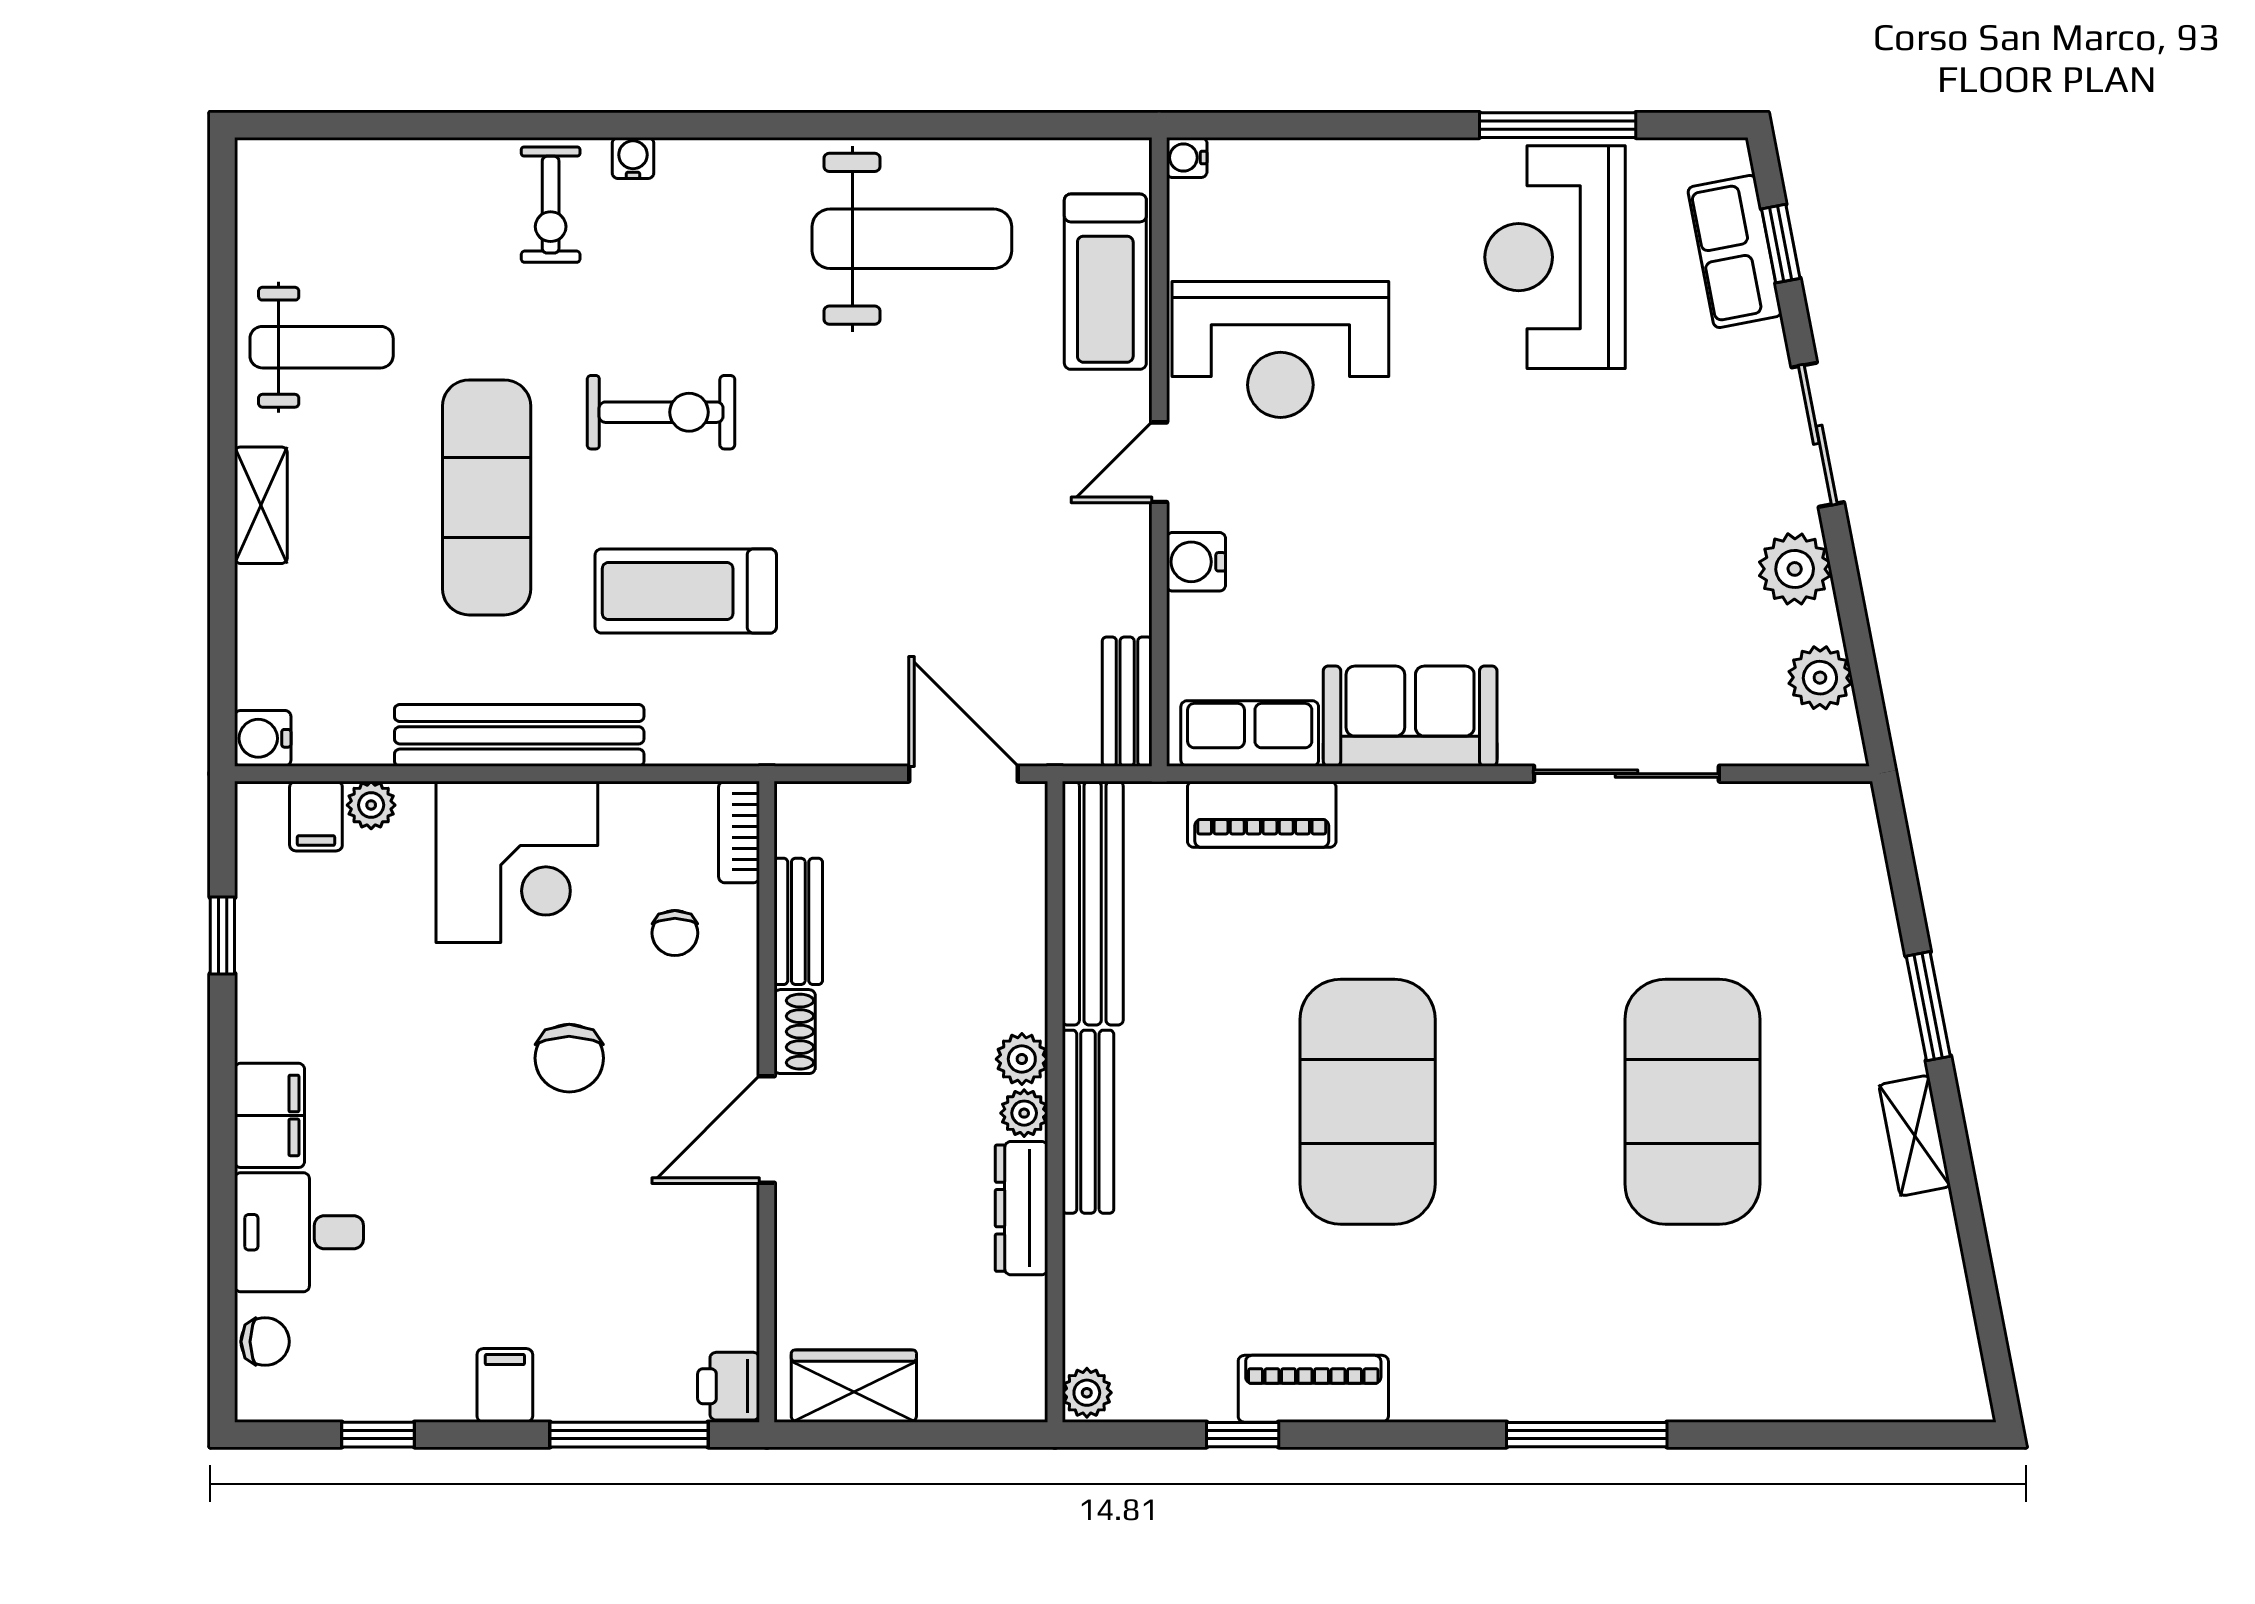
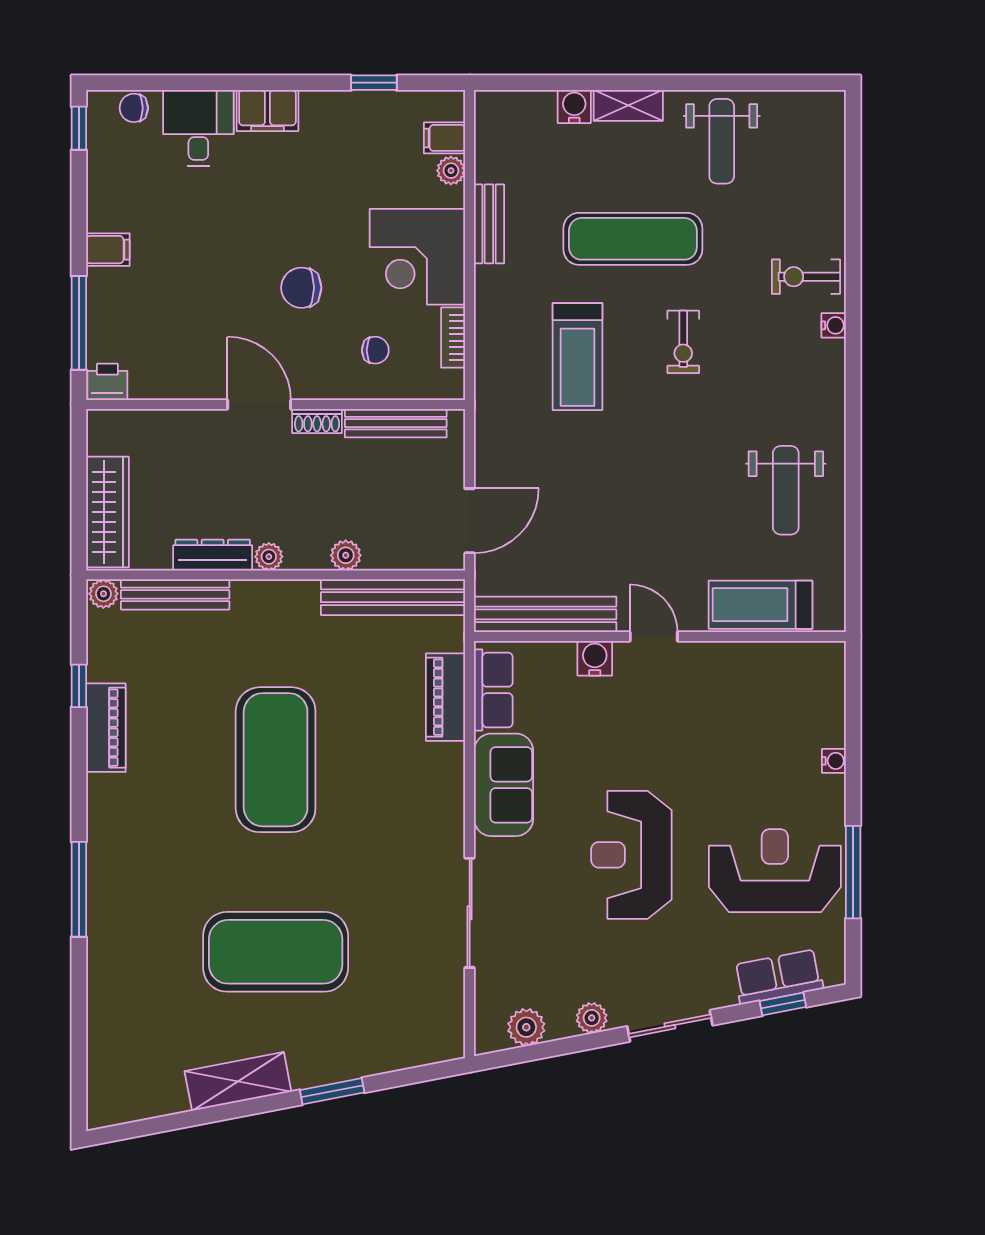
water cooler: (1187, 158) -> (834, 761), moved, turned 90
weight bench: (912, 239) -> (786, 490), width x0.73, depth x0.75
reception desk: (1280, 349) -> (631, 855), moved
exercise bike: (661, 412) -> (683, 342), width x0.73, depth x0.72
plant: (1795, 569) -> (592, 1018), width x0.73, depth x0.73
treadmill: (686, 591) -> (578, 357), turned 180
bench: (1127, 702) -> (545, 614), width x1.86, depth x1.21
bench: (519, 735) -> (489, 224), width x0.54, depth x0.82
water cooler: (263, 738) -> (574, 106), moved
bookcase: (739, 832) -> (453, 338), moved, turned -90
bench: (798, 921) -> (396, 423), width x1.36
chair: (675, 933) -> (375, 350), turned 180
plant: (1022, 1059) -> (346, 555), moved
exercise mat: (1368, 1102) -> (276, 760), turned 90
bench: (1088, 1122) -> (175, 594), moved
shelving: (1915, 1136) -> (238, 1081), width x1.50, depth x1.33
chair: (265, 1342) -> (134, 108), turned 90
wardrobe: (854, 1386) -> (107, 512), moved, width x1.50
window: (378, 1435) -> (79, 128), moved

